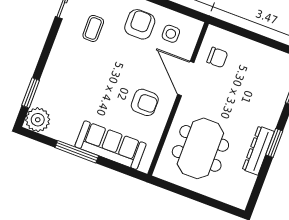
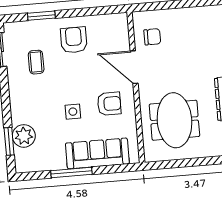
side table: (171, 34) -> (73, 112), moved
plant: (38, 120) -> (24, 136), moved

